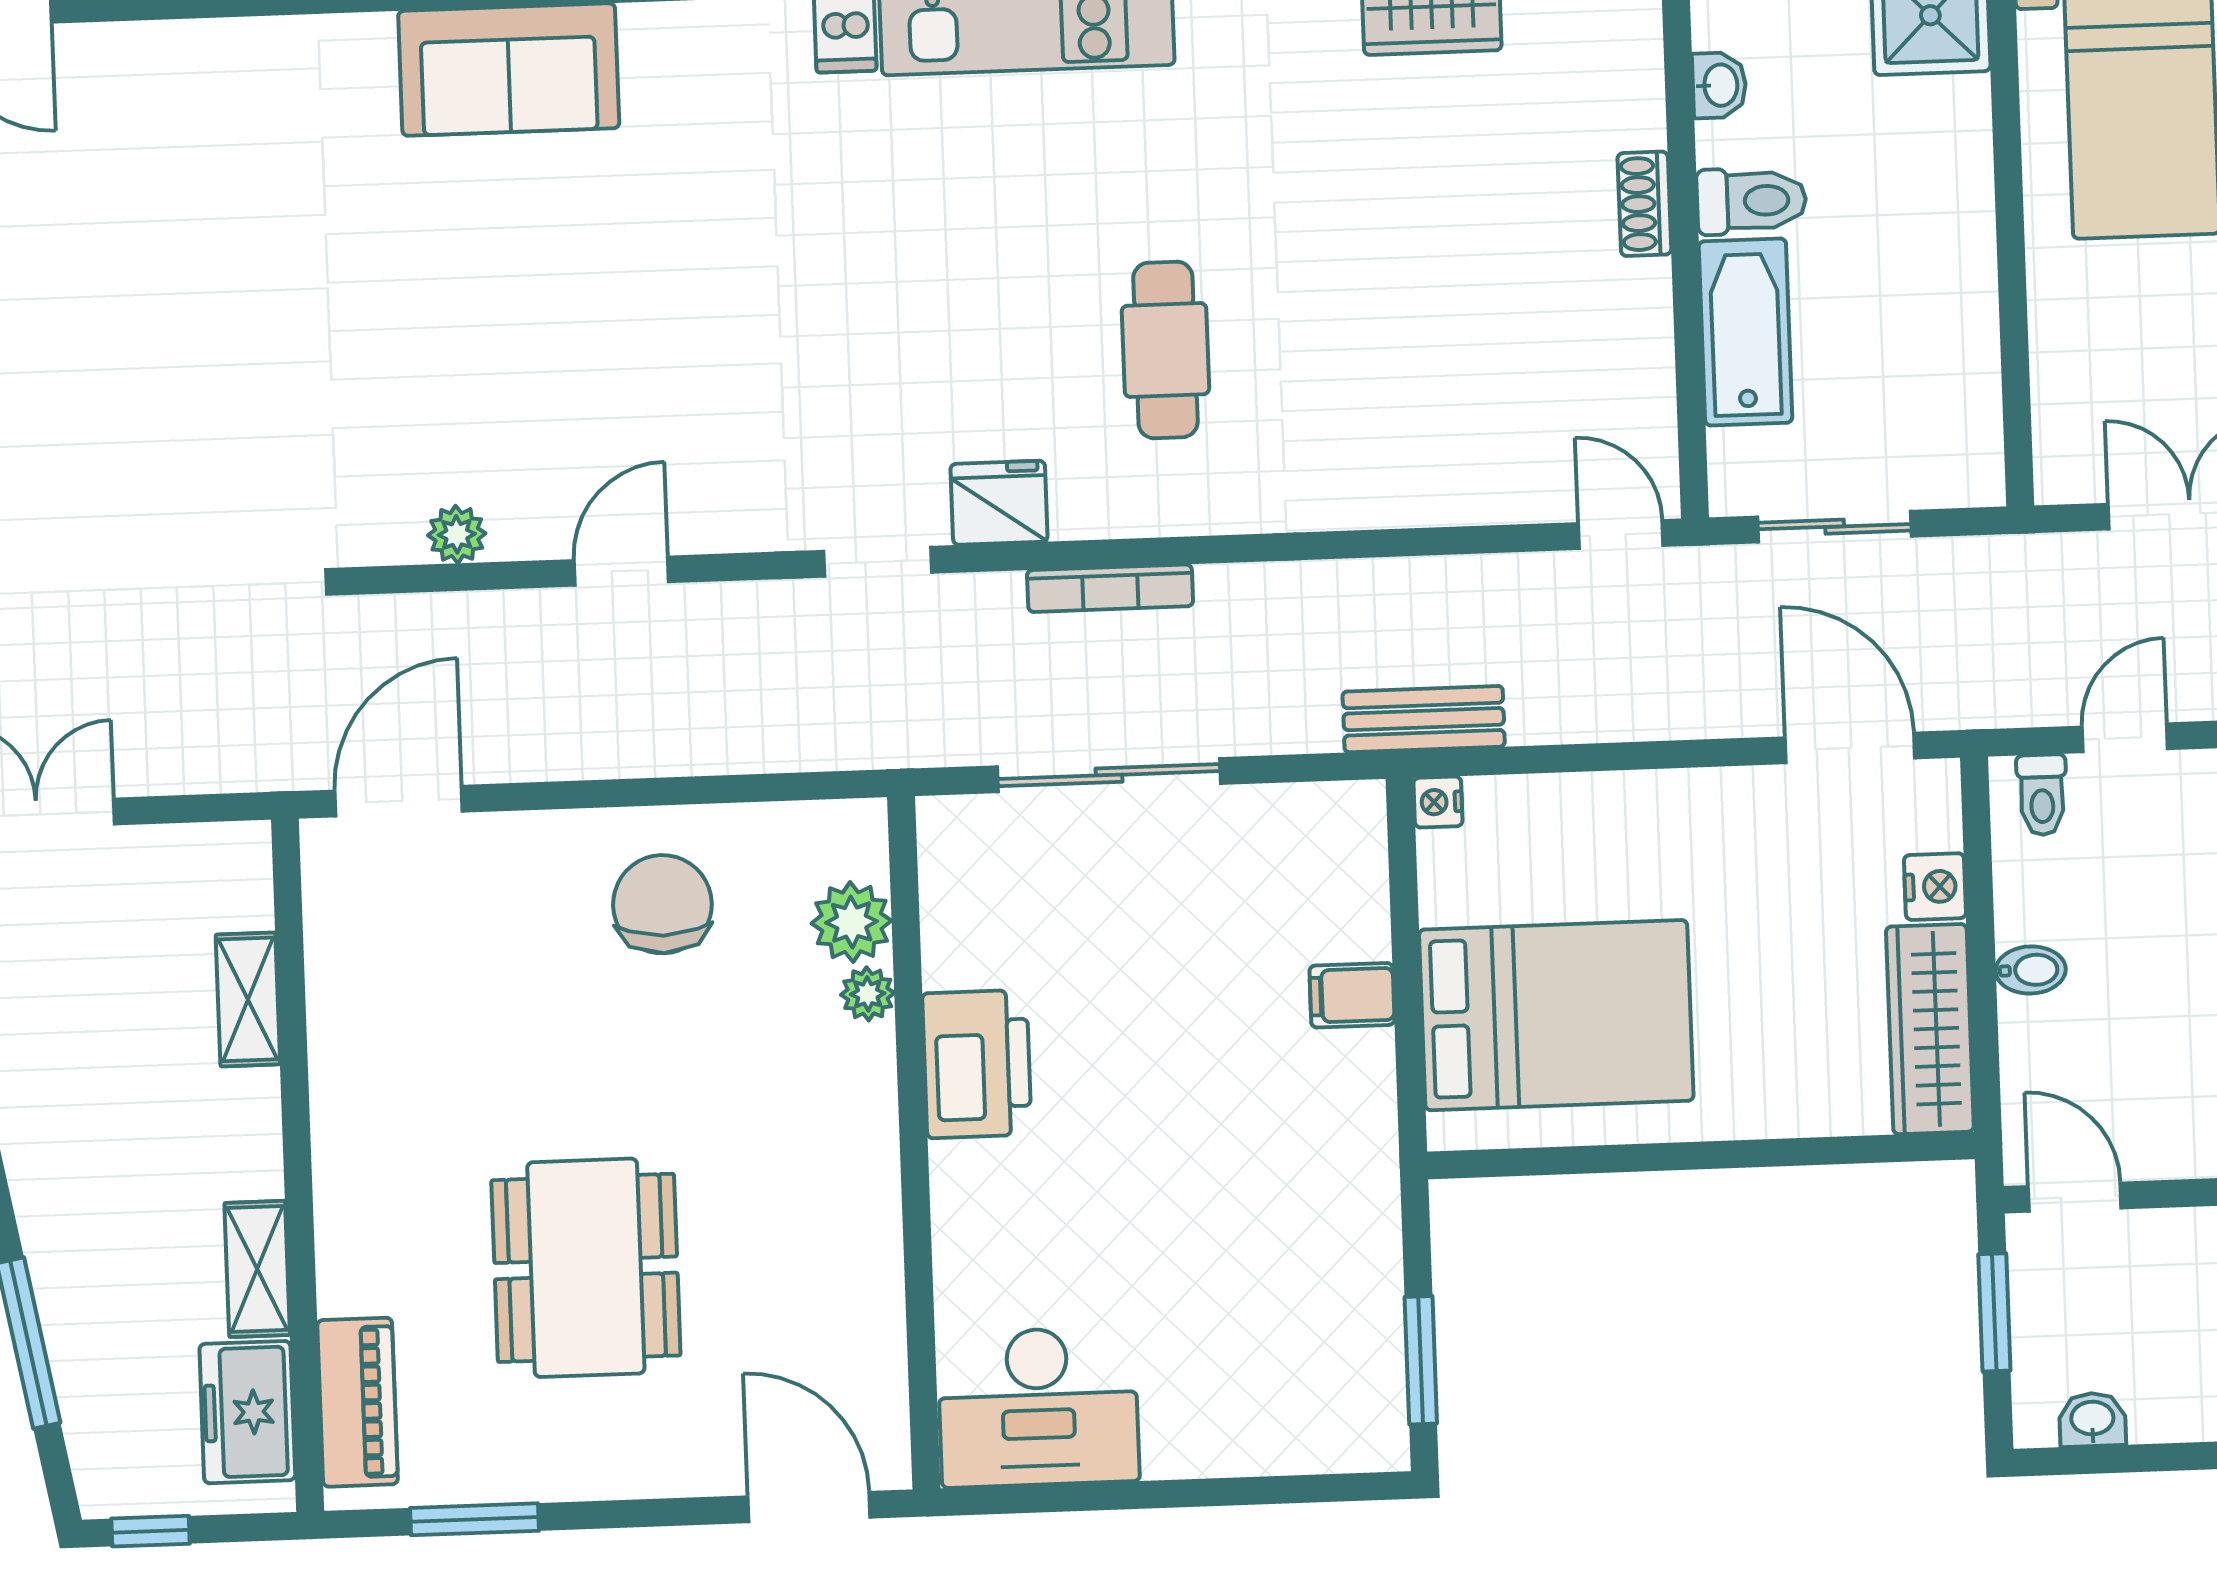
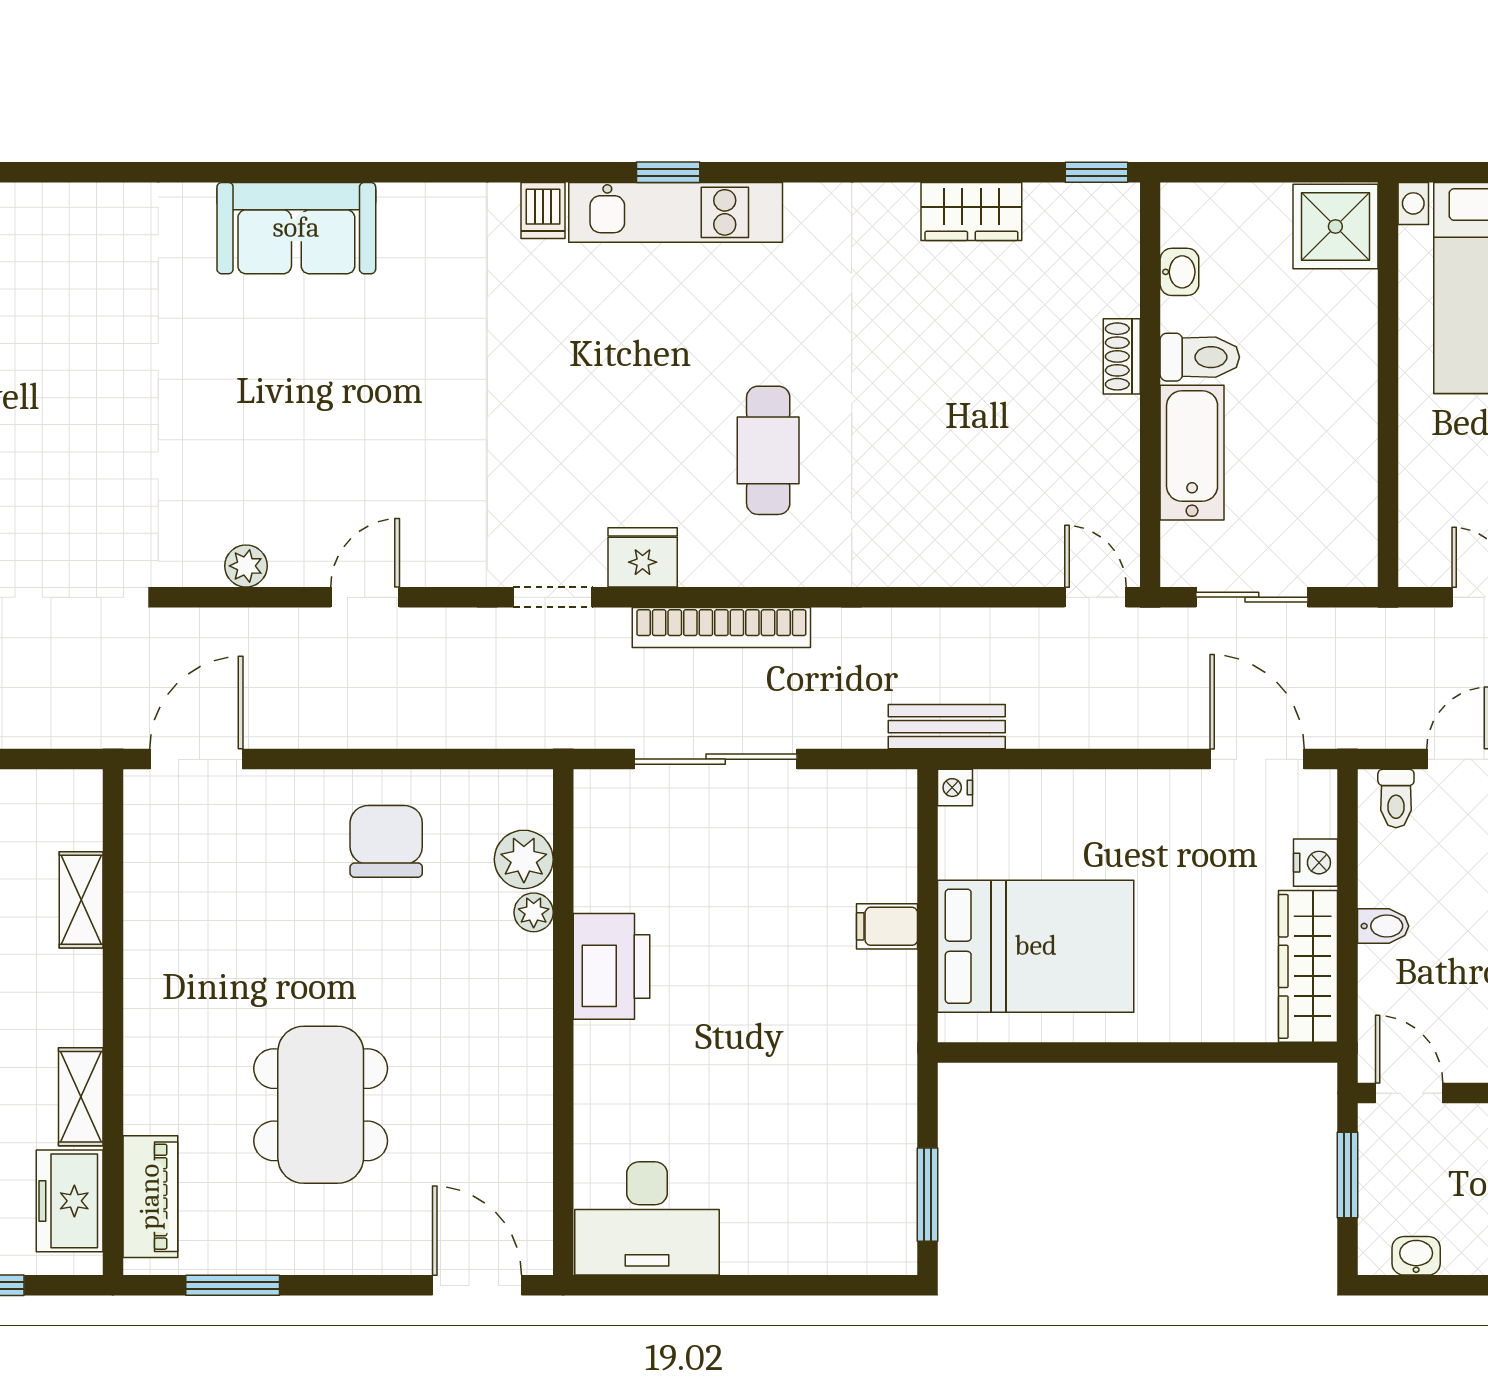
bookcase: (1110, 588) -> (721, 628), width x1.48, depth x1.31

